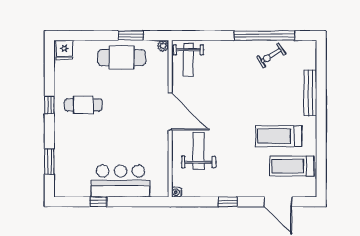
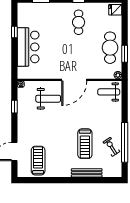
treadmill: (279, 136) -> (85, 144), moved, turned 180
window: (228, 202) -> (14, 107), moved

